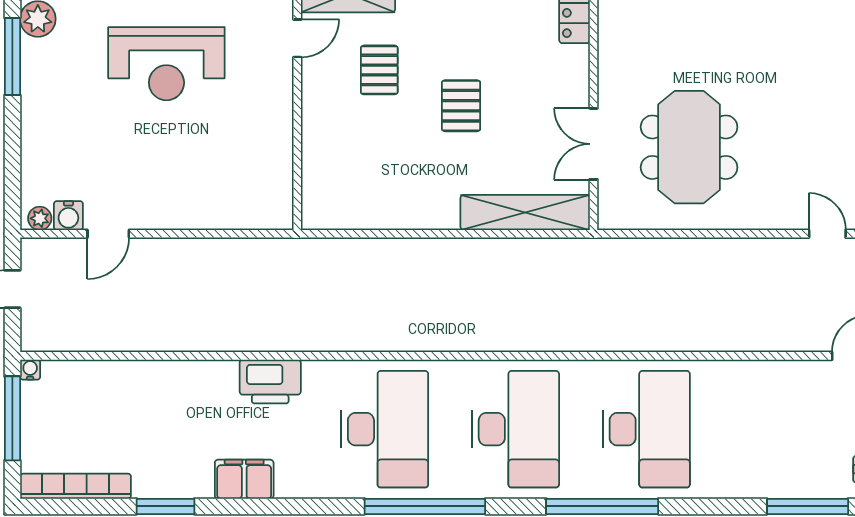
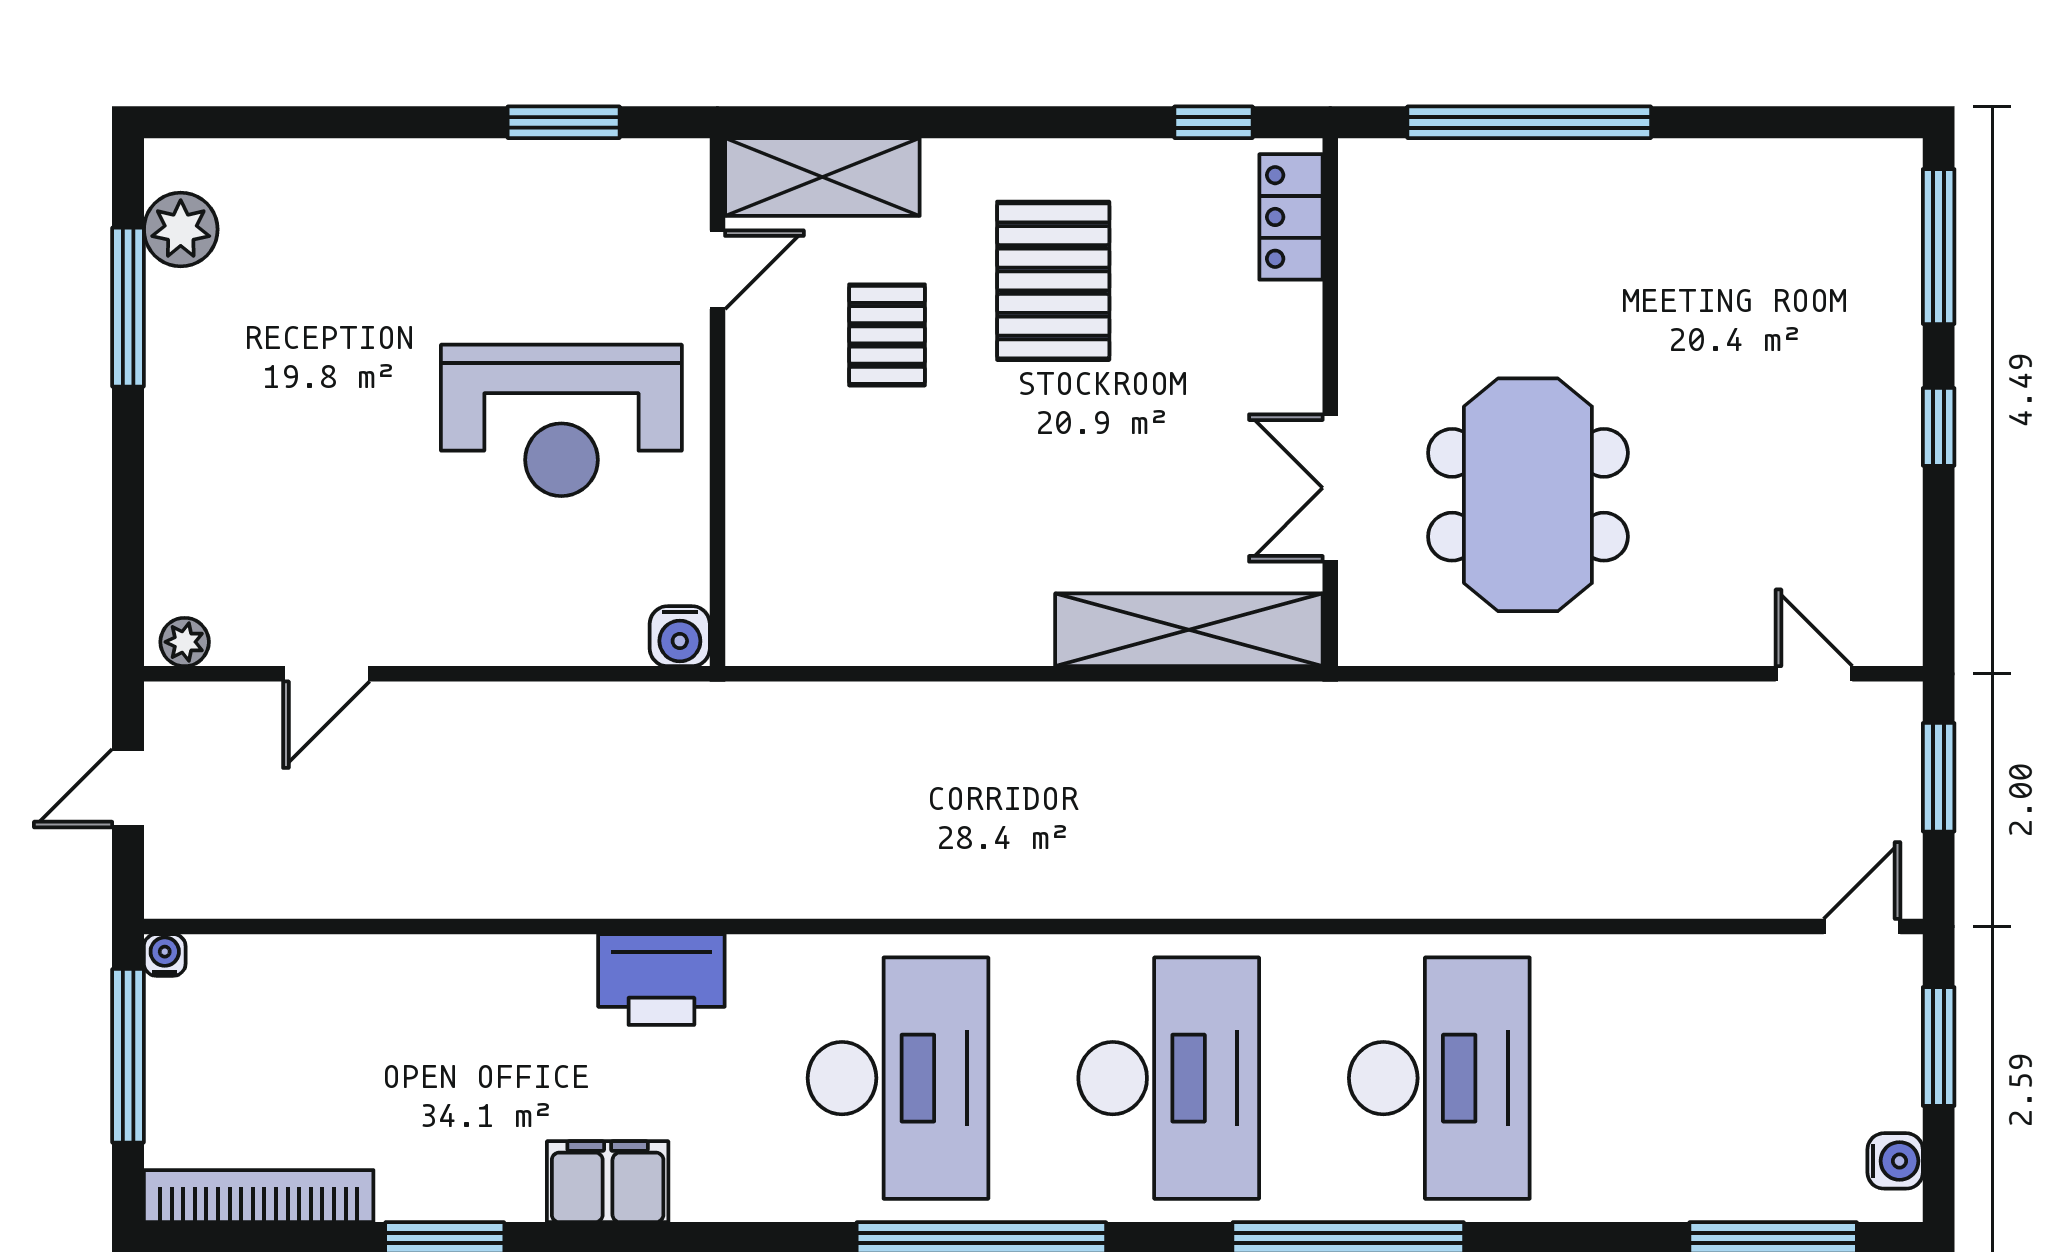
reception desk: (166, 64) -> (561, 420), moved
pallet: (461, 106) -> (1053, 281), moved, width x1.50, depth x1.42
water cooler: (68, 216) -> (680, 636), moved

